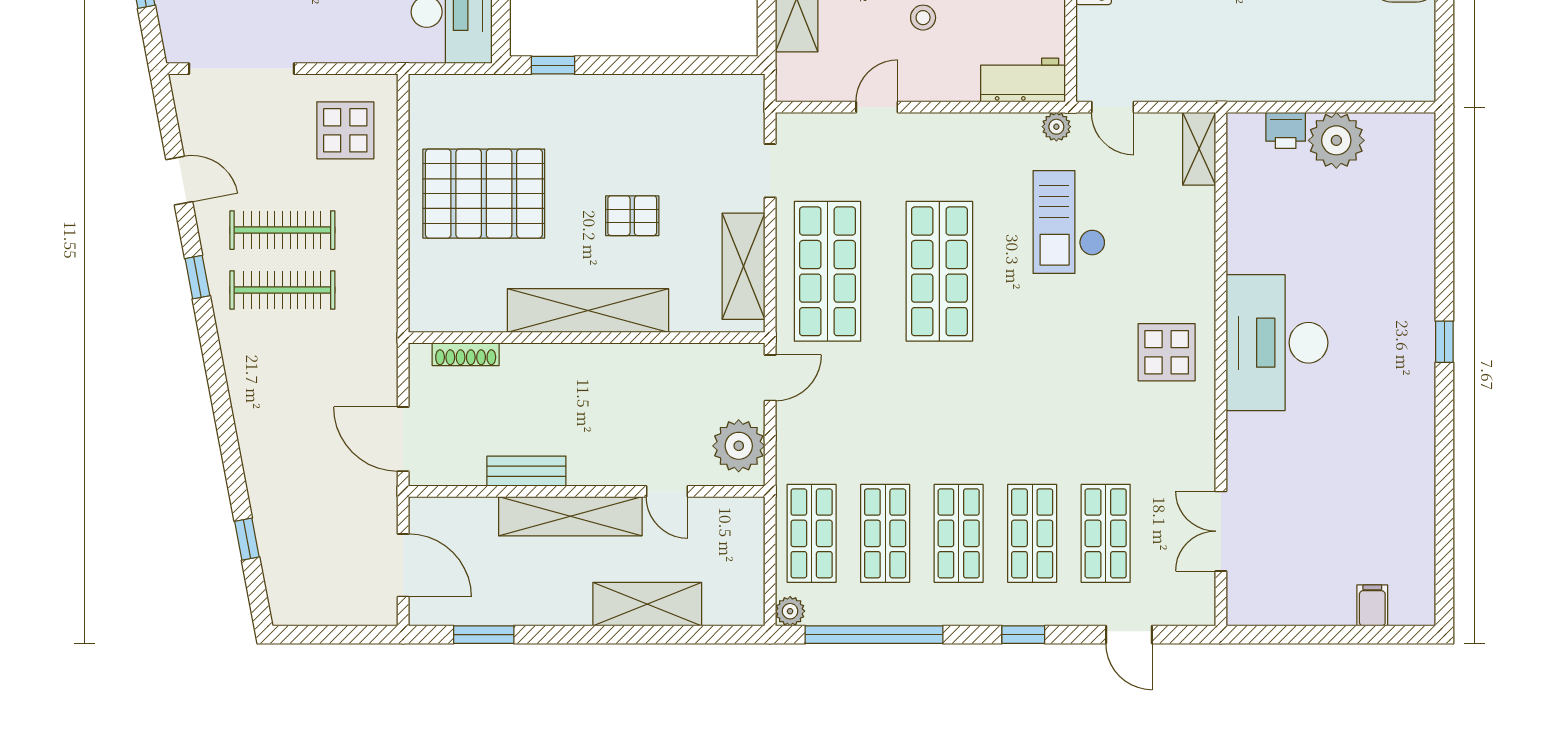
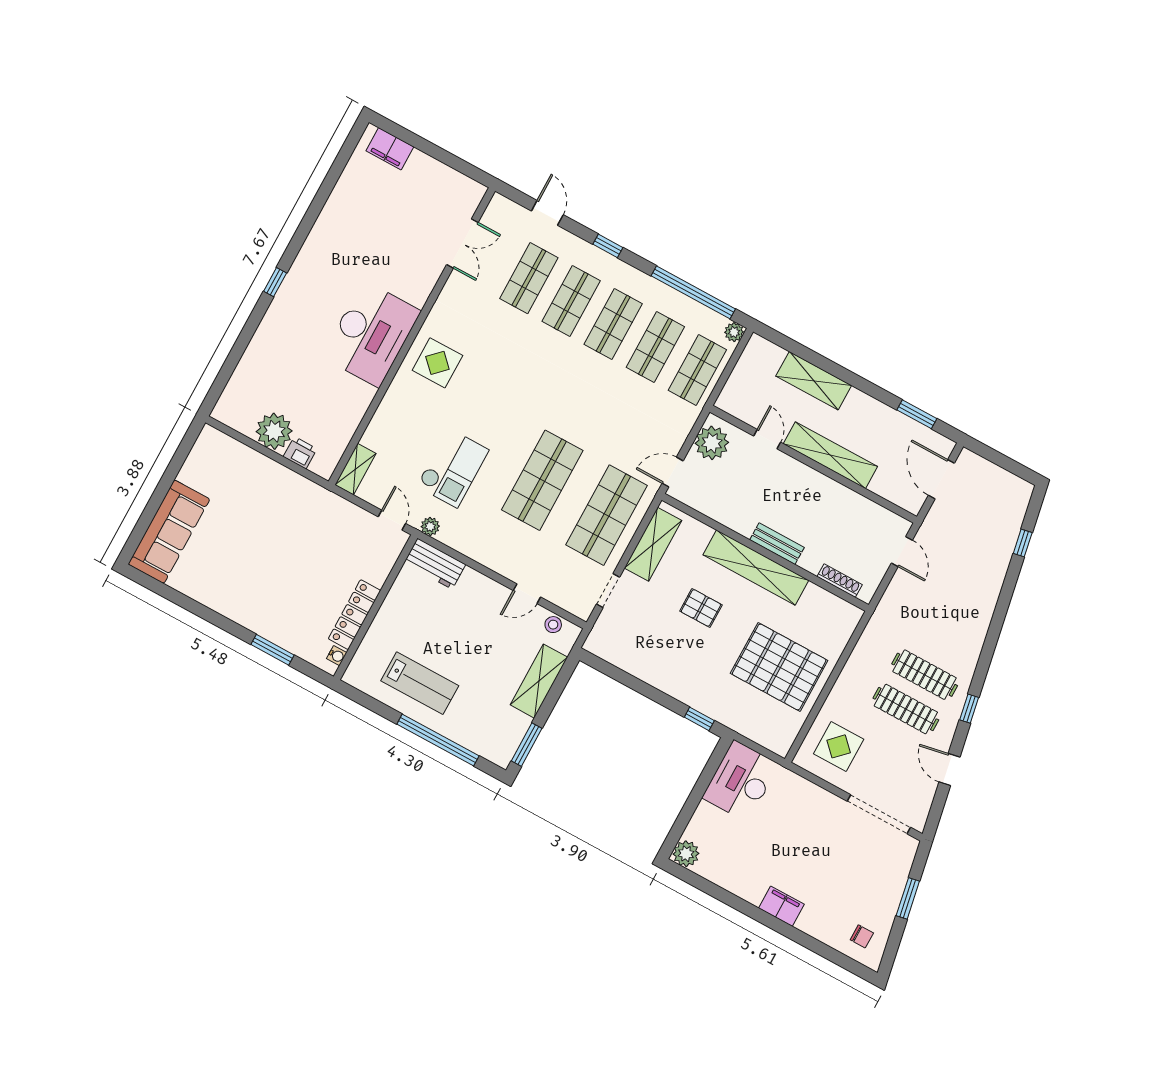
stool: (923, 18) -> (553, 625), moved
door: (403, 439) -> (902, 552), width x0.73
bench: (526, 471) -> (777, 544), moved
filing cabinet: (1372, 605) -> (390, 149), width x2.00

